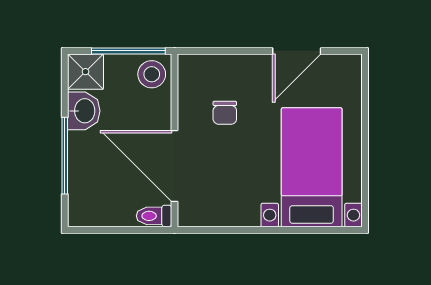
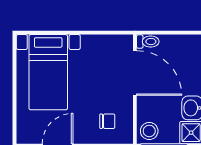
chair: (225, 113) -> (107, 121), moved, turned 90

